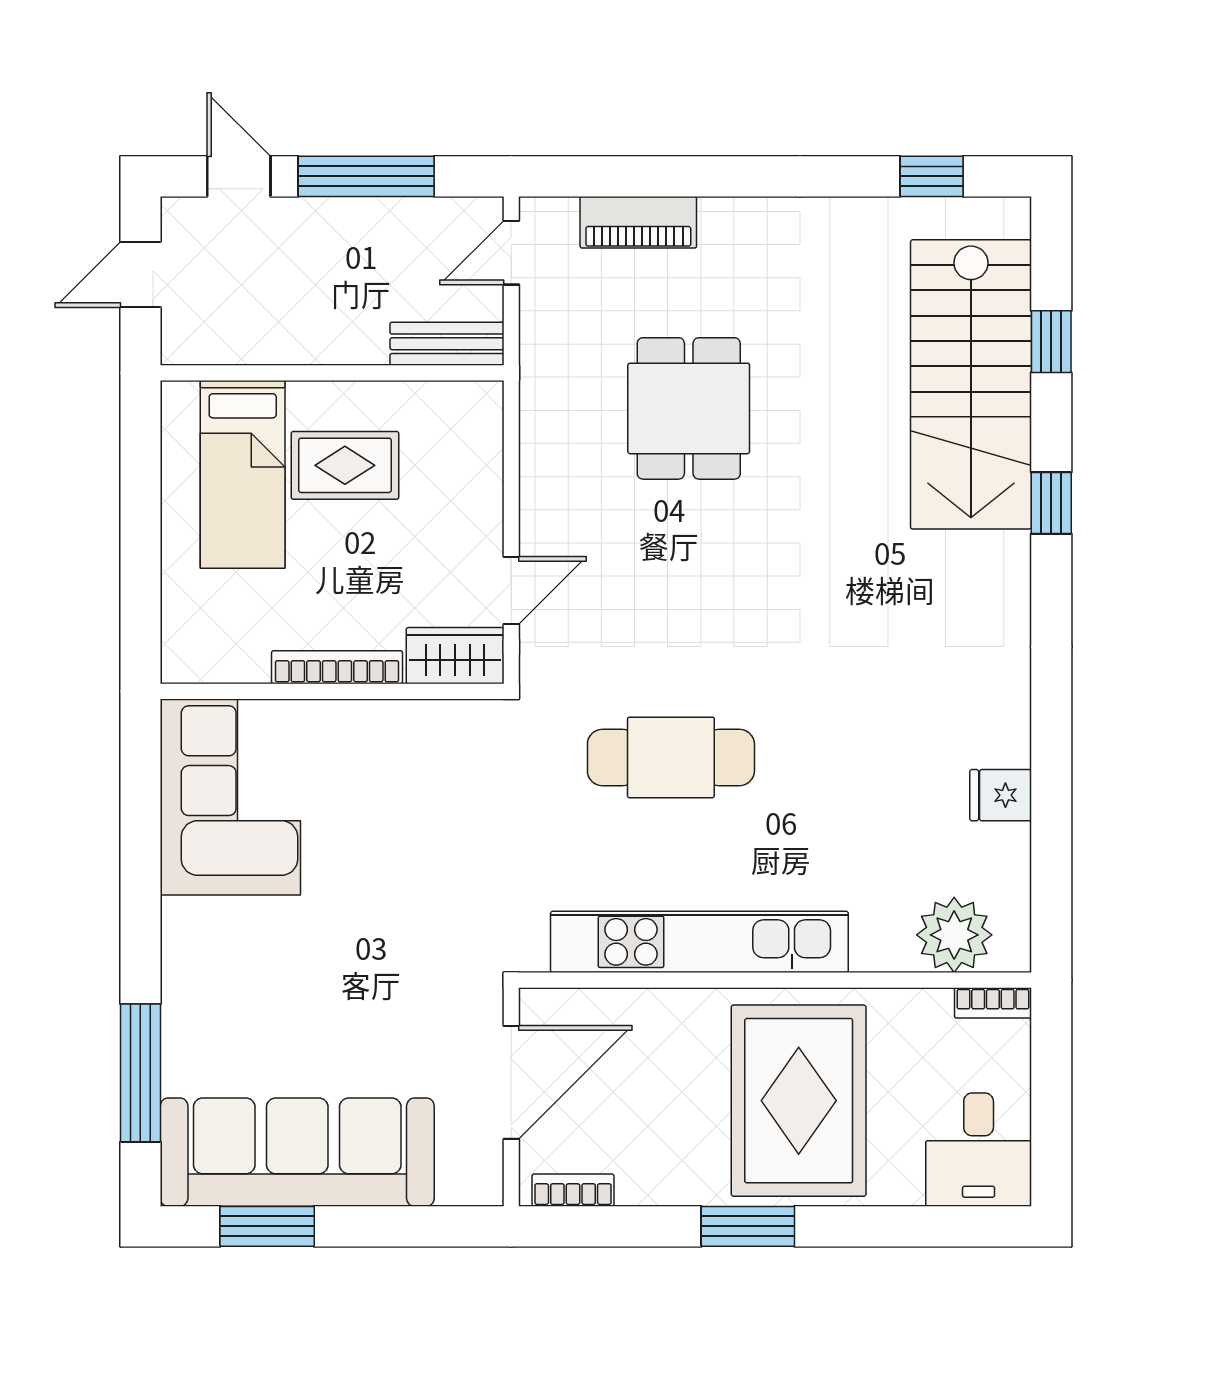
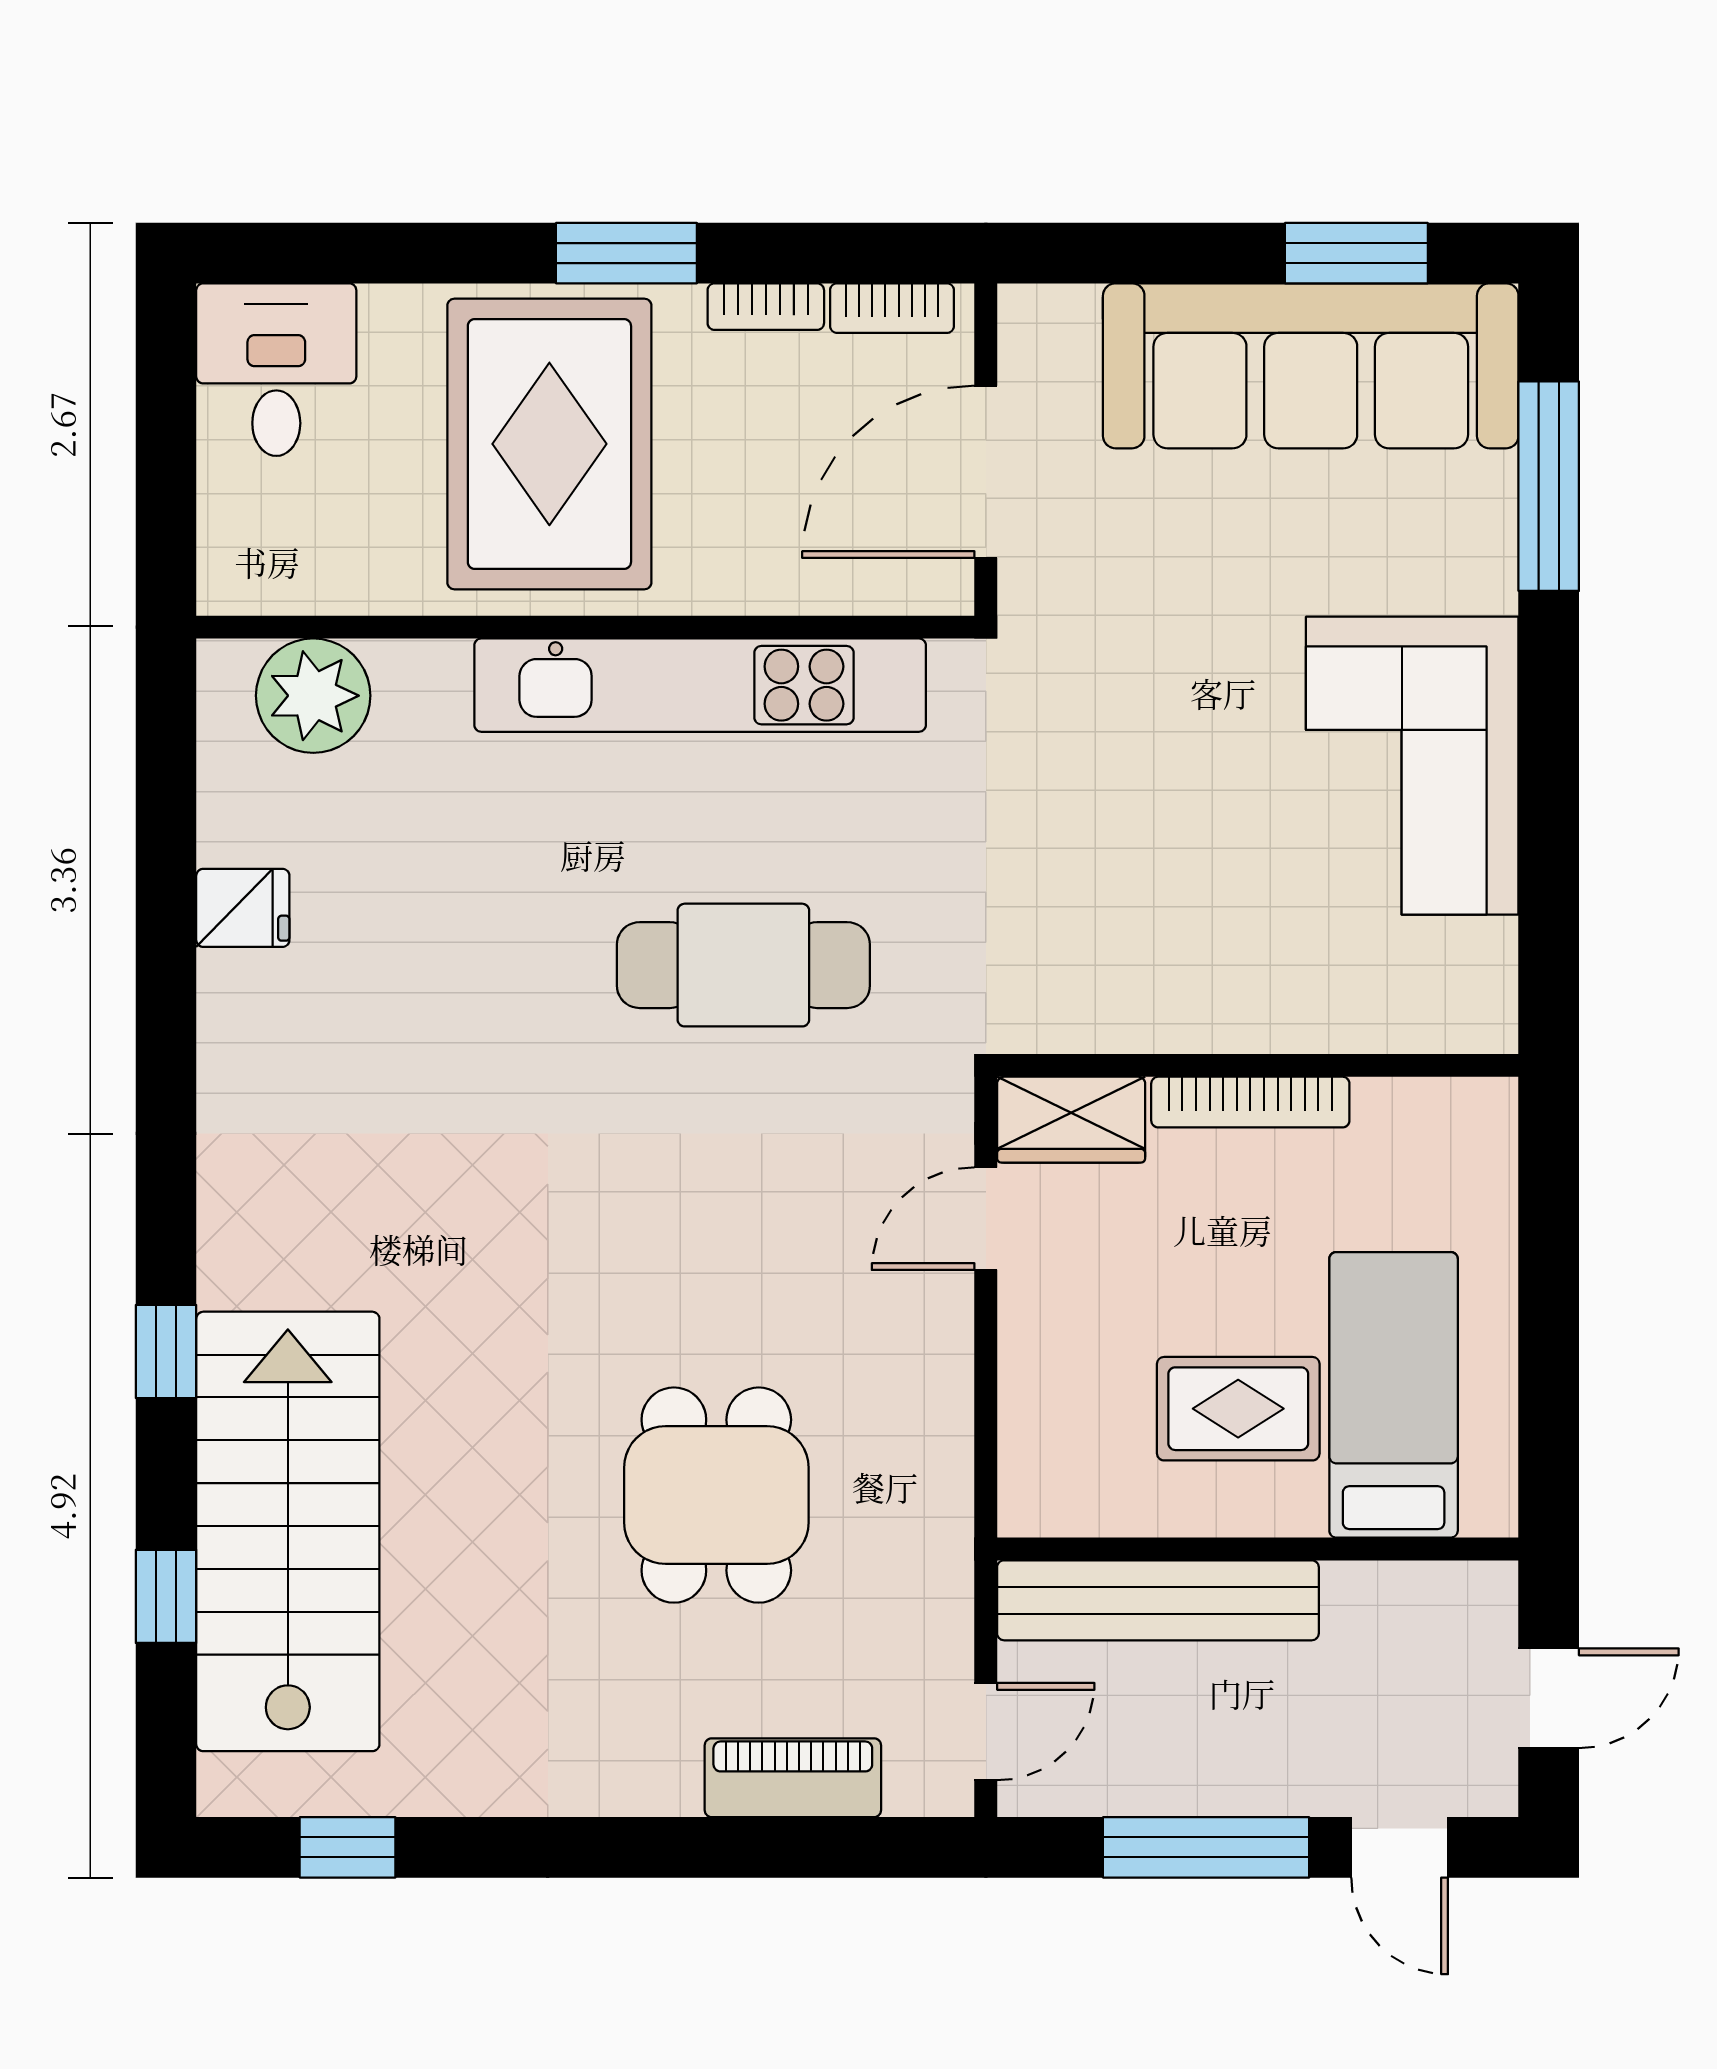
bench: (447, 344) -> (1158, 1600), width x1.86, depth x1.21
corner sofa: (230, 797) -> (1412, 766), moved
bookcase: (993, 1003) -> (766, 307), moved, turned 180

